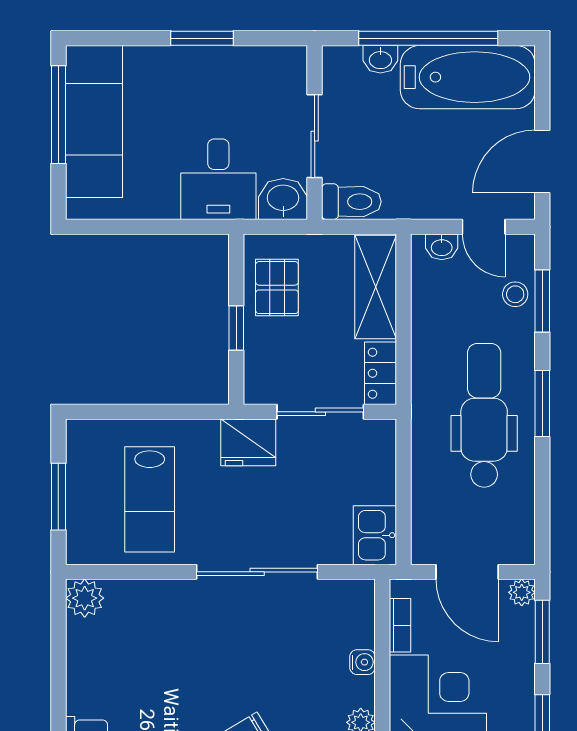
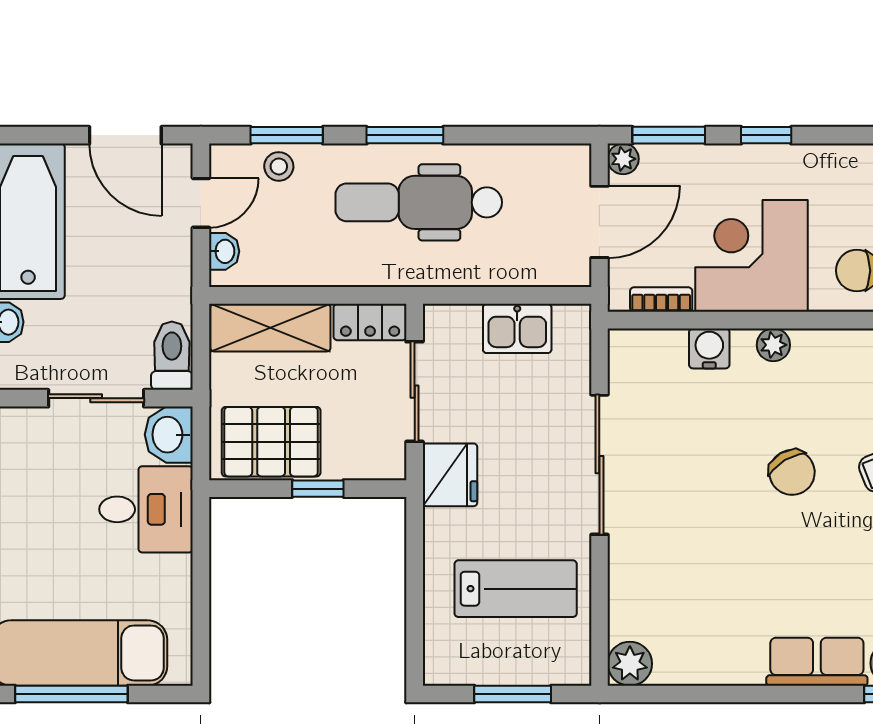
pallet: (277, 288) -> (271, 442), width x1.50, depth x1.42
kitchen sink: (375, 535) -> (517, 328), moved
water cooler: (362, 662) -> (709, 348), width x1.38, depth x1.38

